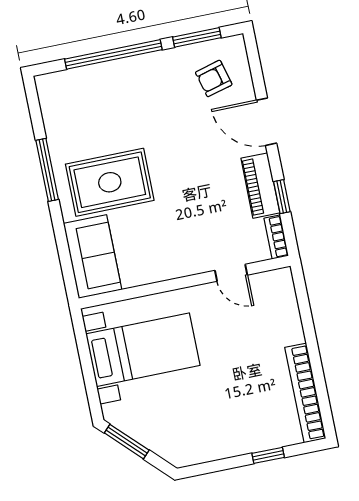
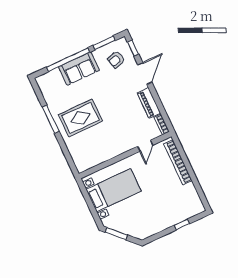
door: (267, 122) -> (145, 73), swing flipped
window: (282, 197) -> (133, 48), moved
sofa: (93, 257) -> (79, 69), moved, turned 90
door: (231, 273) -> (145, 146), hinge flipped
bookcase: (305, 393) -> (178, 162), moved

